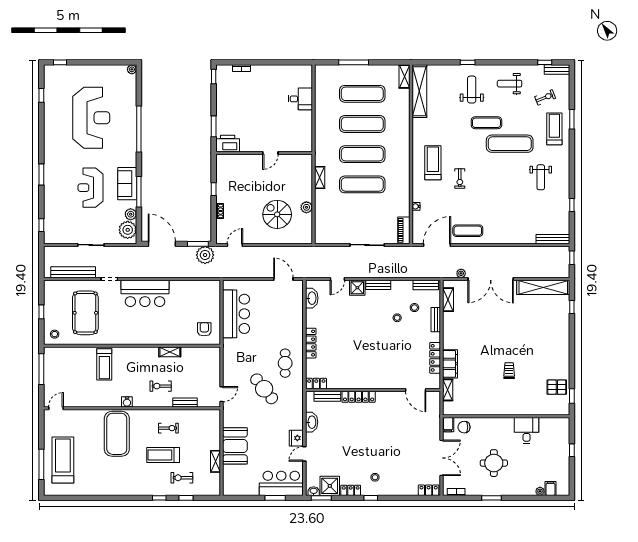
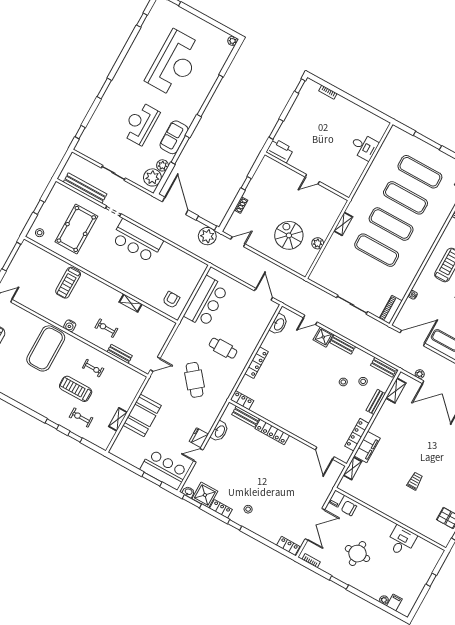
cafe table: (285, 363) -> (223, 348), moved, turned 90

